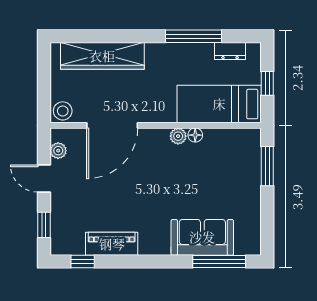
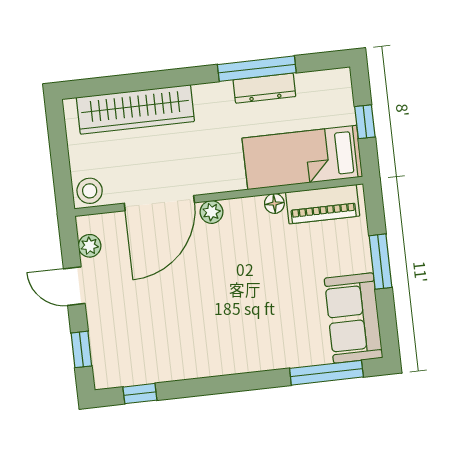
dresser: (230, 51) -> (264, 88), moved, width x1.44
plant: (178, 136) -> (212, 212), moved
window: (267, 166) -> (381, 262), moved
sofa: (202, 237) -> (353, 318), moved, turned -90
piano: (112, 244) -> (323, 204), moved, turned 180

